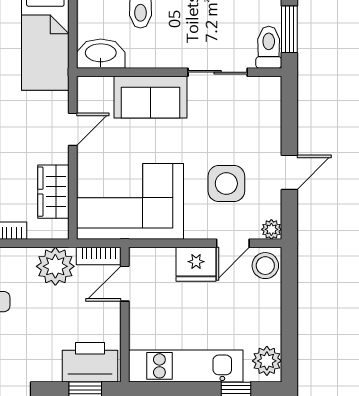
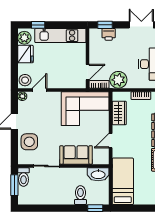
side table: (226, 184) -> (29, 142), moved
fridge: (196, 264) -> (25, 54), moved, turned 90
printer: (90, 362) -> (109, 34), width x0.53, depth x0.68

